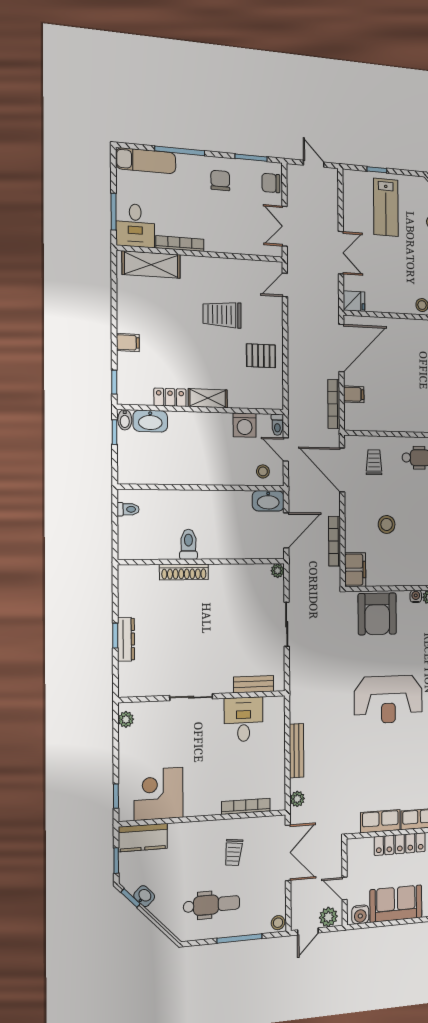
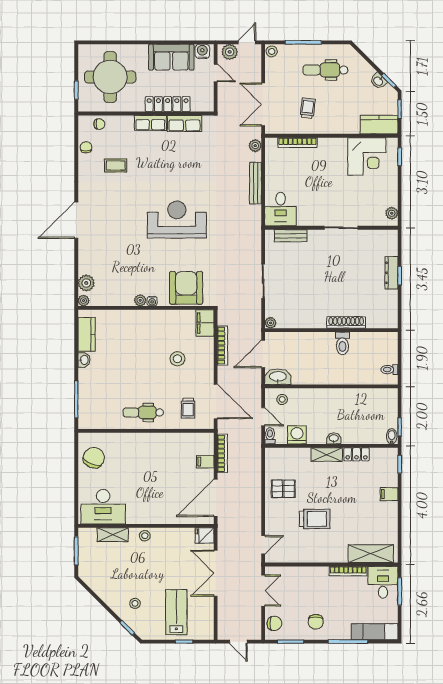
double door: (341, 253) -> (216, 573), width x1.37
washbasin: (150, 421) -> (334, 438), moved, width x0.52, depth x0.69
desk: (244, 719) -> (281, 209), moved

